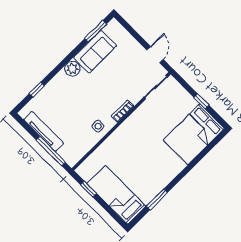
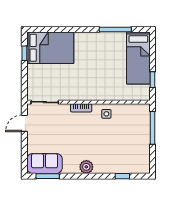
sofa: (95, 52) -> (45, 163), moved
window: (201, 101) -> (24, 53), moved
tv unit: (44, 131) -> (145, 145), removed
window: (157, 199) -> (115, 29), width x1.44

